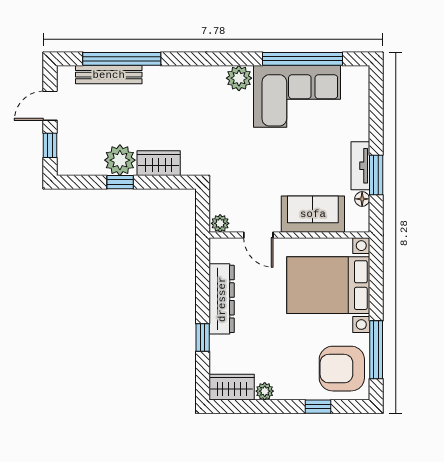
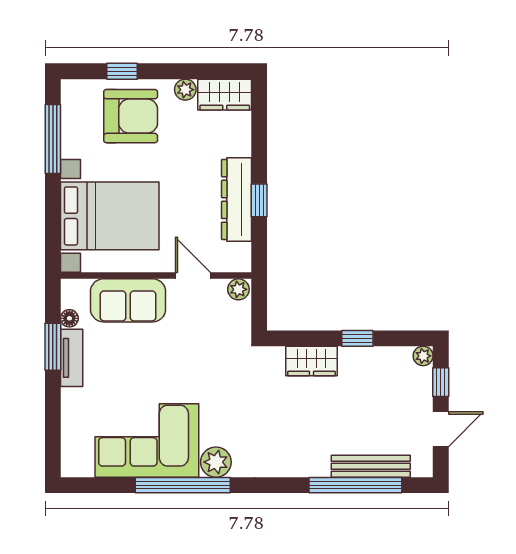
window: (303, 59) -> (183, 485), moved
plant: (120, 160) -> (423, 356), moved, width x0.53, depth x0.53
window: (203, 338) -> (259, 200), moved
armchair: (342, 369) -> (131, 116), moved

